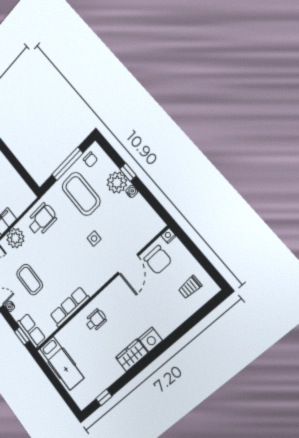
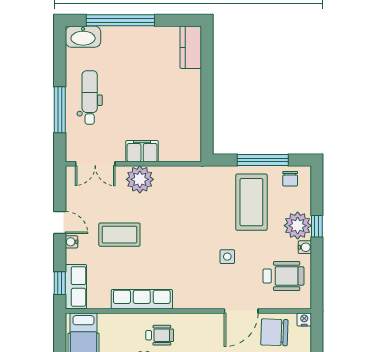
wheelchair: (42, 220) -> (283, 276), moved
chair: (158, 260) -> (274, 332), turned 92
coffee table: (30, 280) -> (119, 235), turned 90

